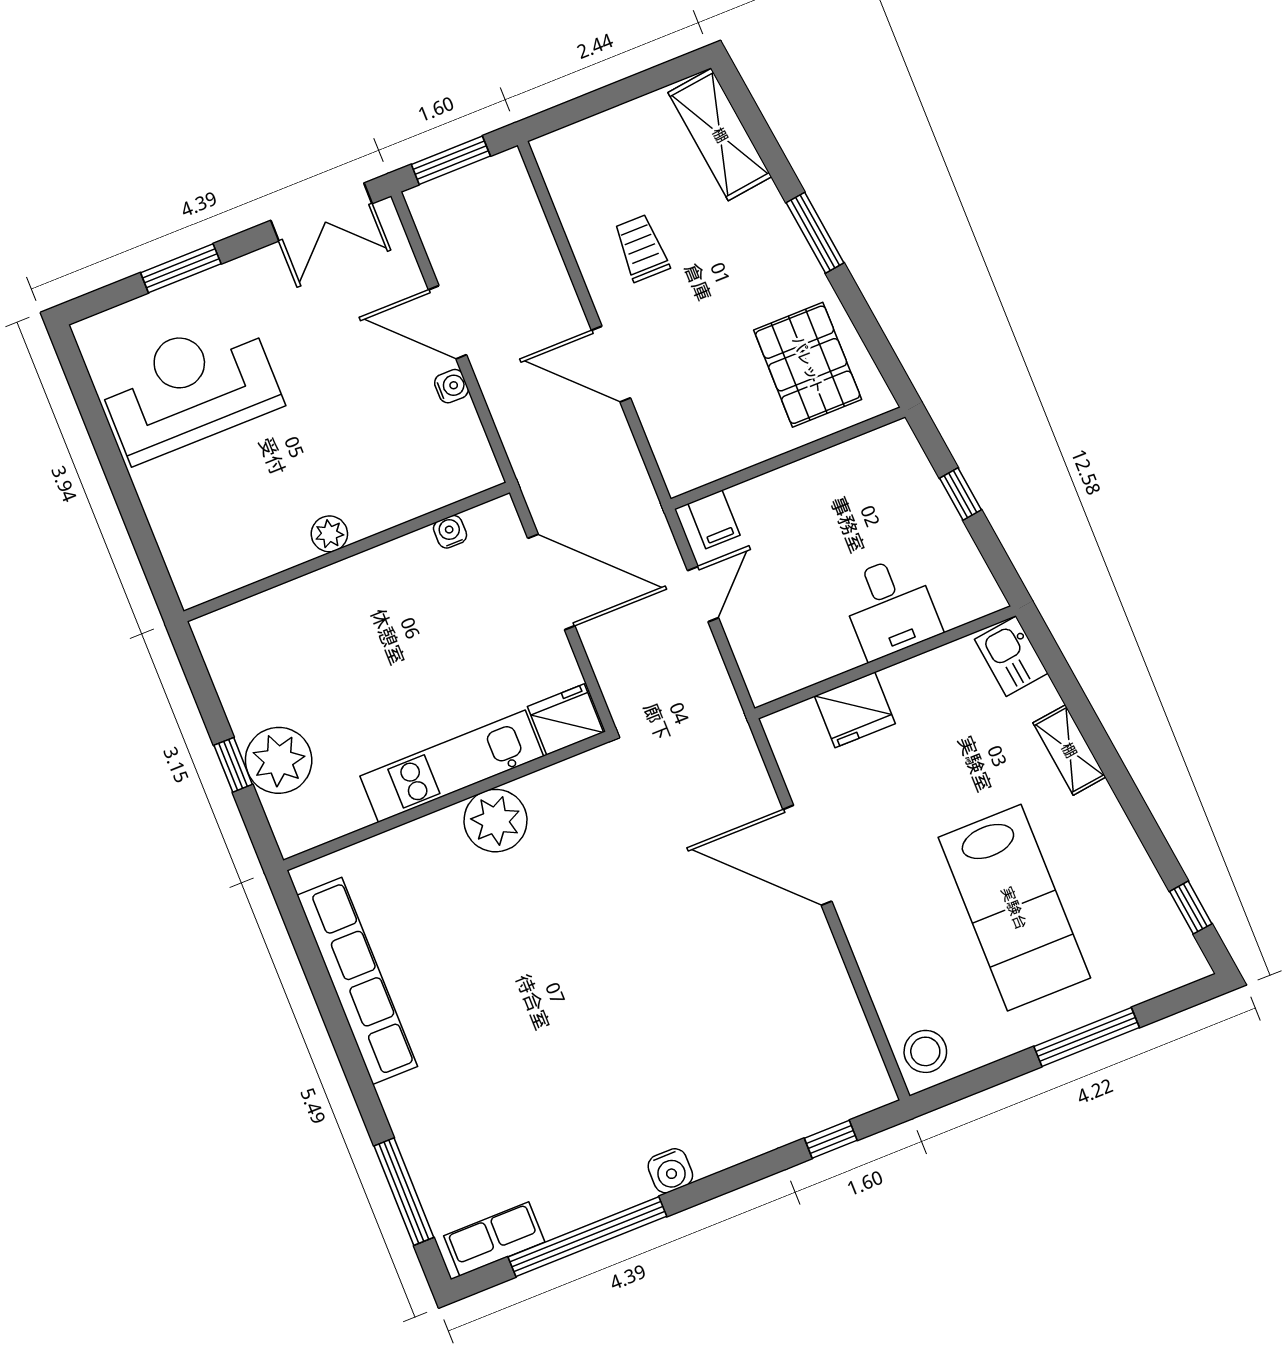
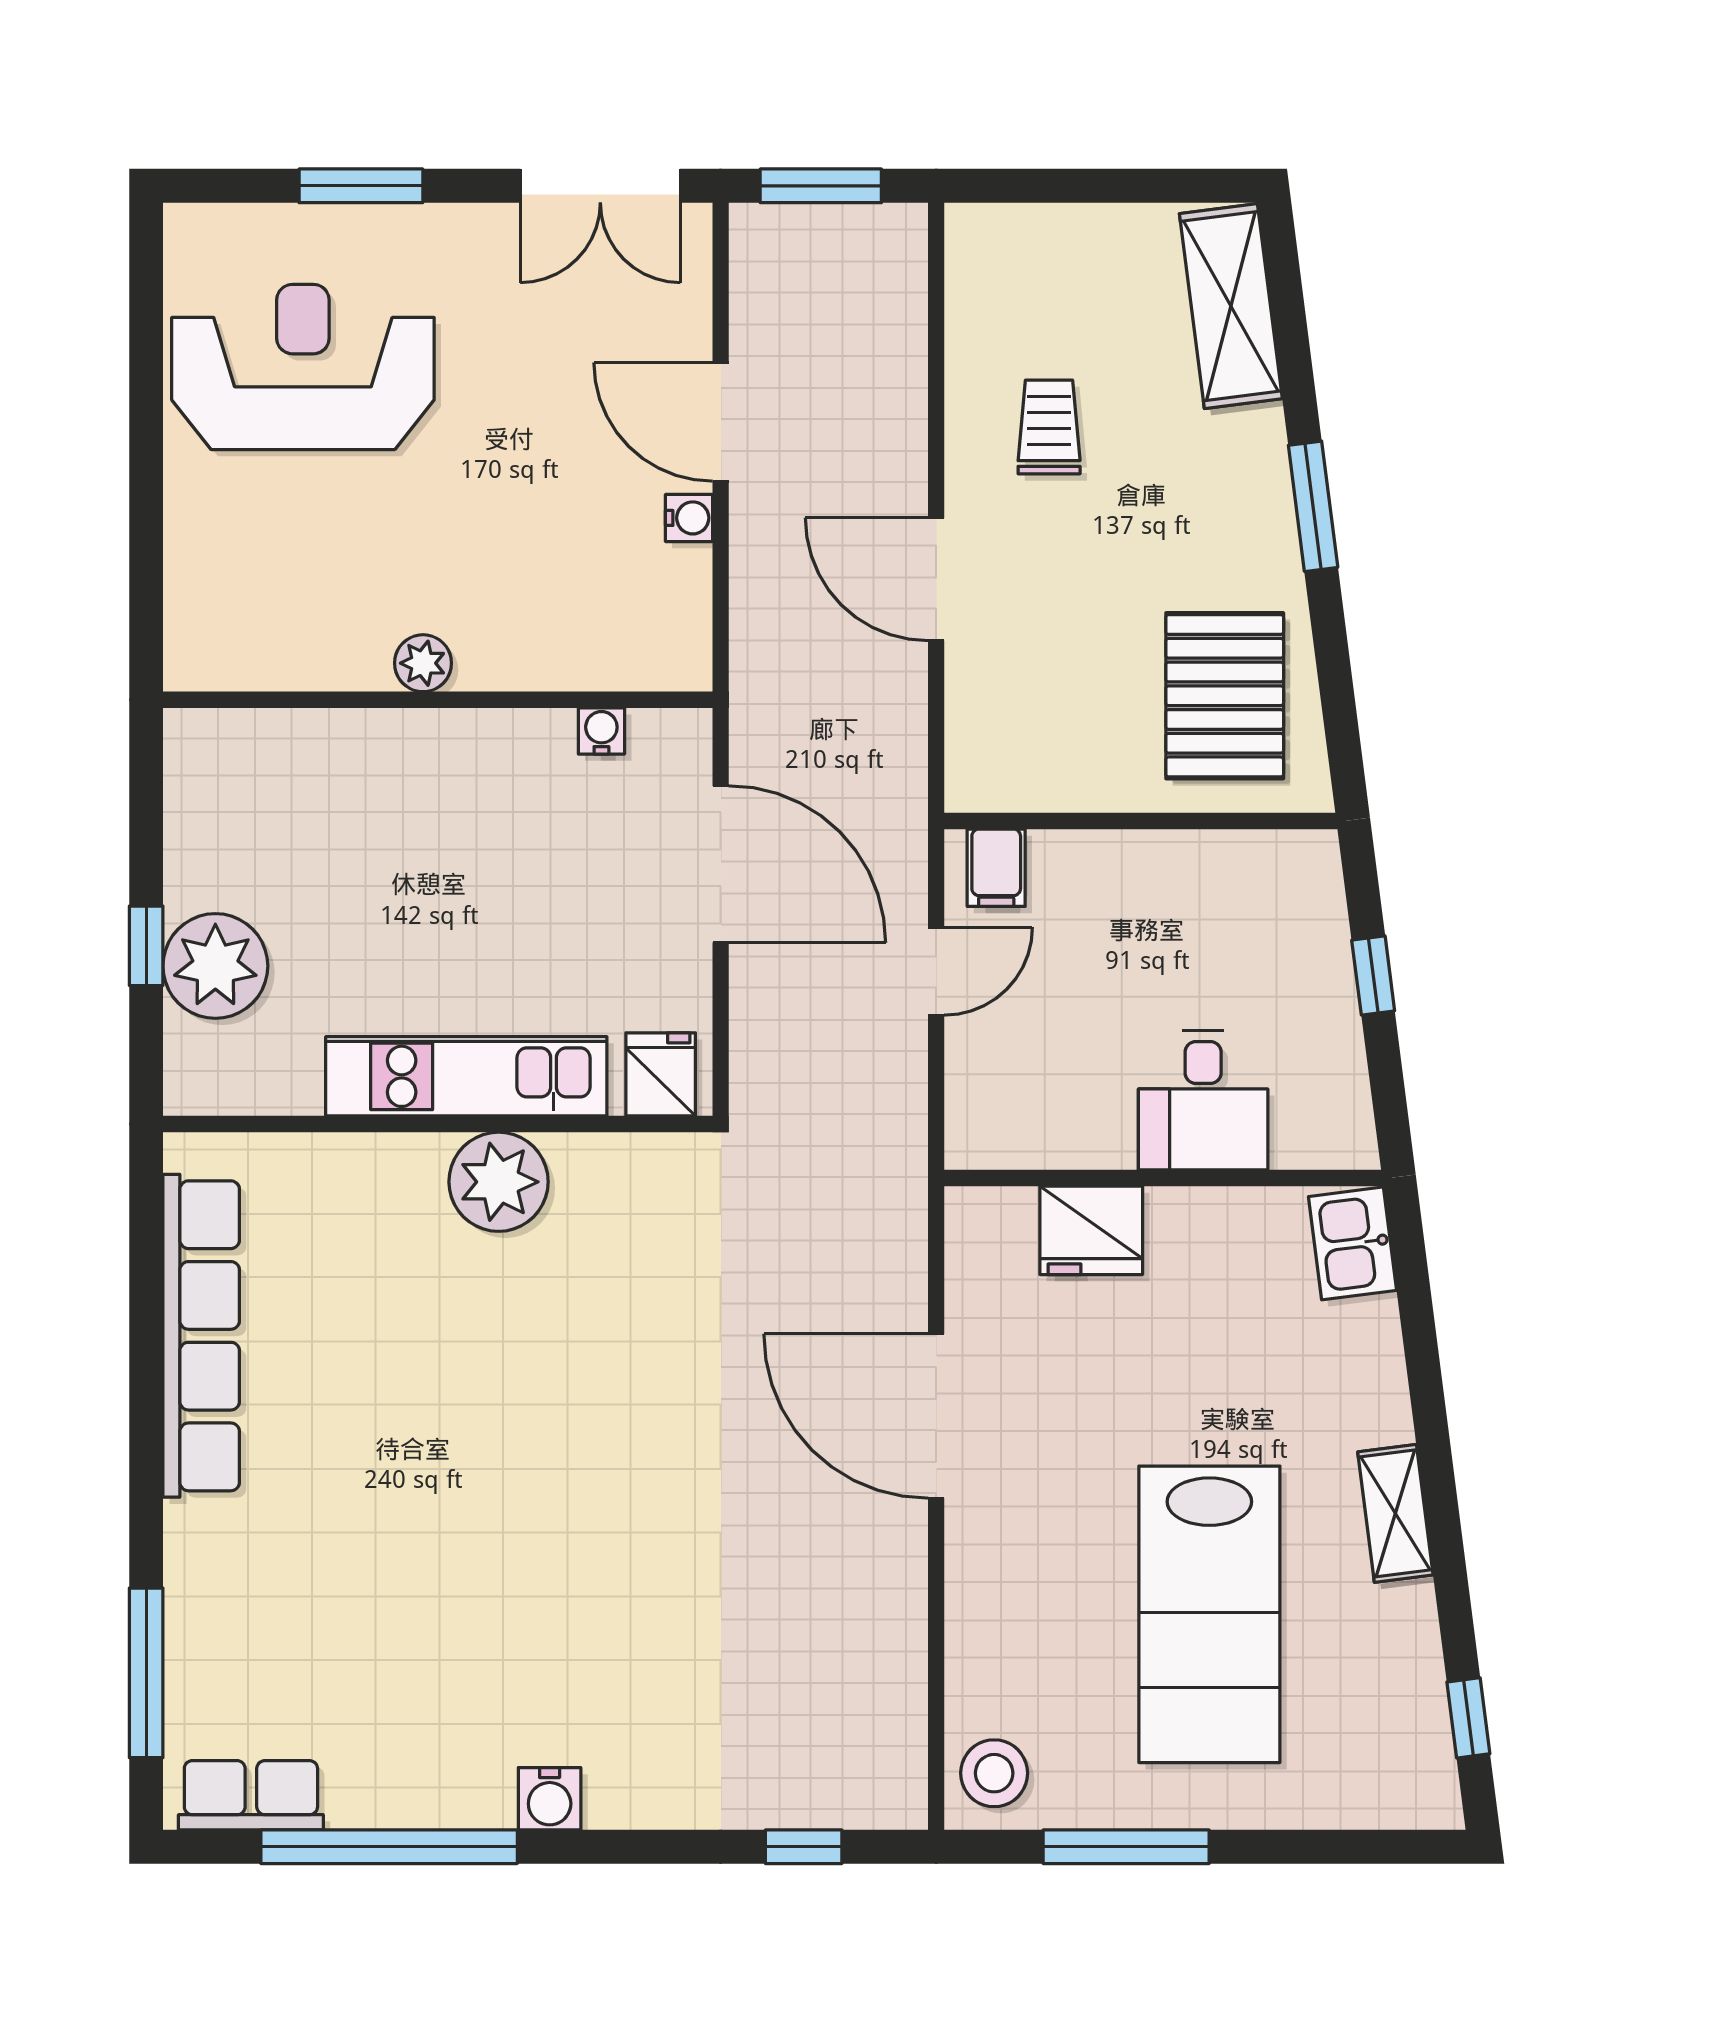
fridge: (565, 719) -> (661, 1074), width x0.72
shelving: (1069, 750) -> (1395, 1513), moved
window: (1087, 1037) -> (1126, 1847), moved

